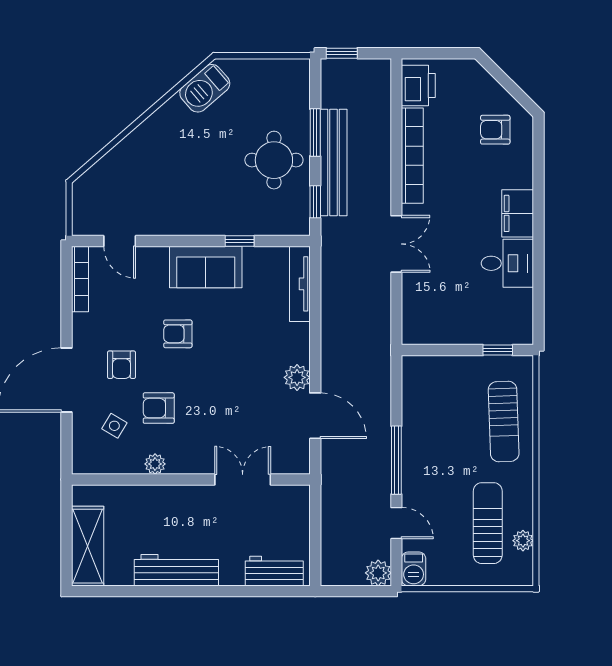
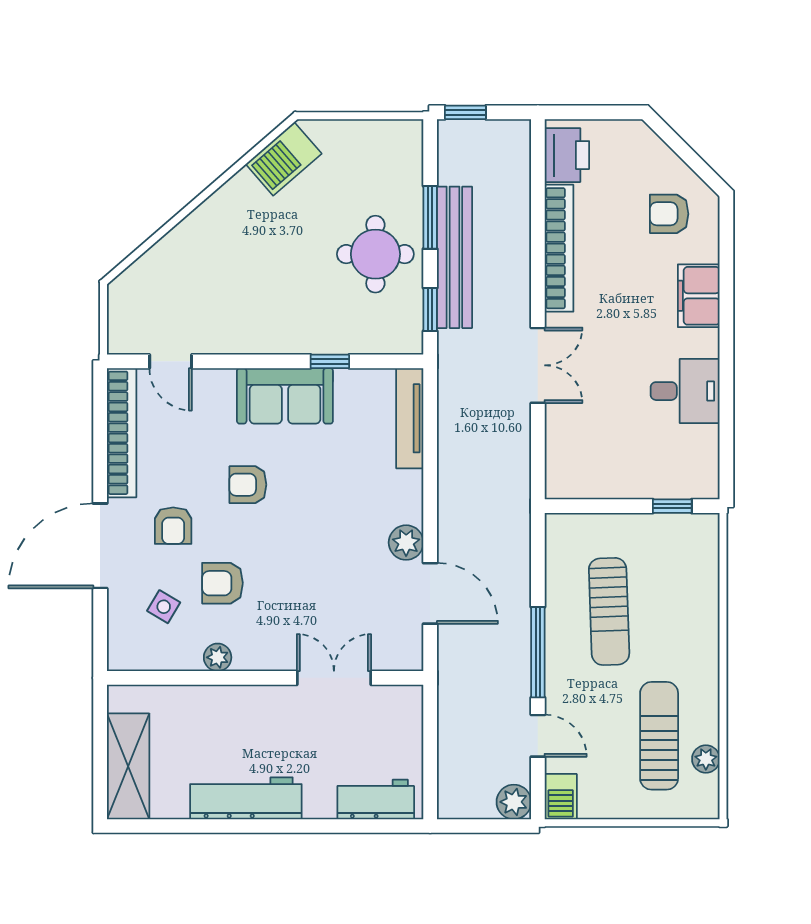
filing cabinet: (518, 213) -> (699, 296), moved
bookcase: (80, 279) -> (122, 433), width x1.48, depth x1.31
sun lounger: (504, 422) -> (609, 611), moved

